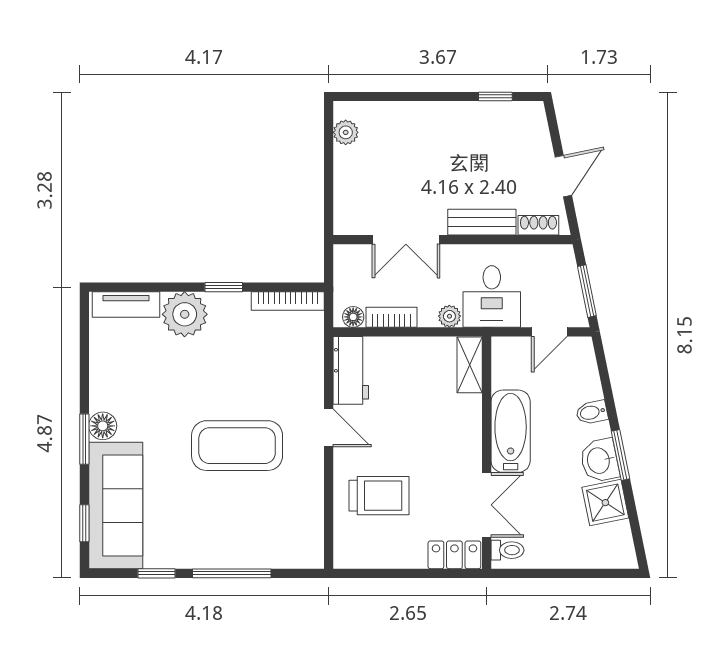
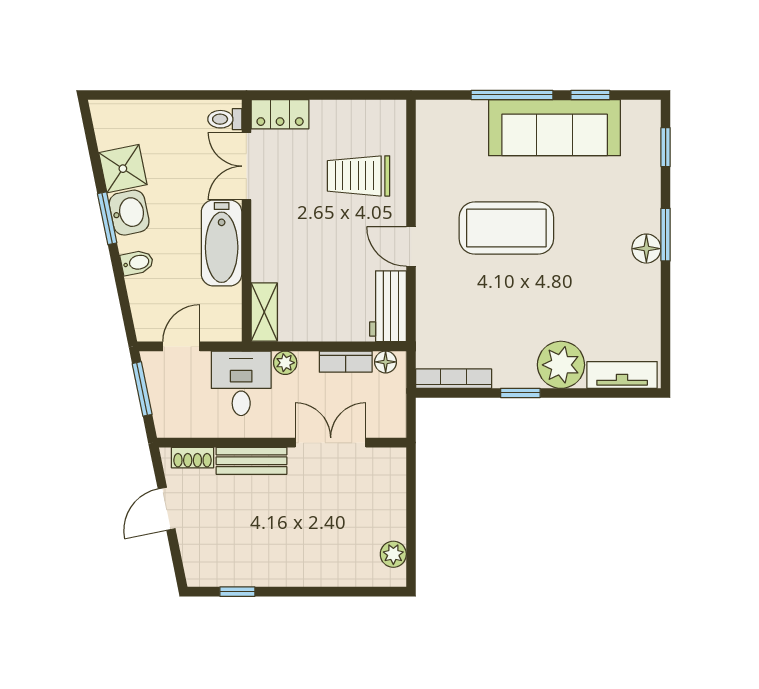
sofa: (116, 506) -> (555, 128), moved, turned -90

